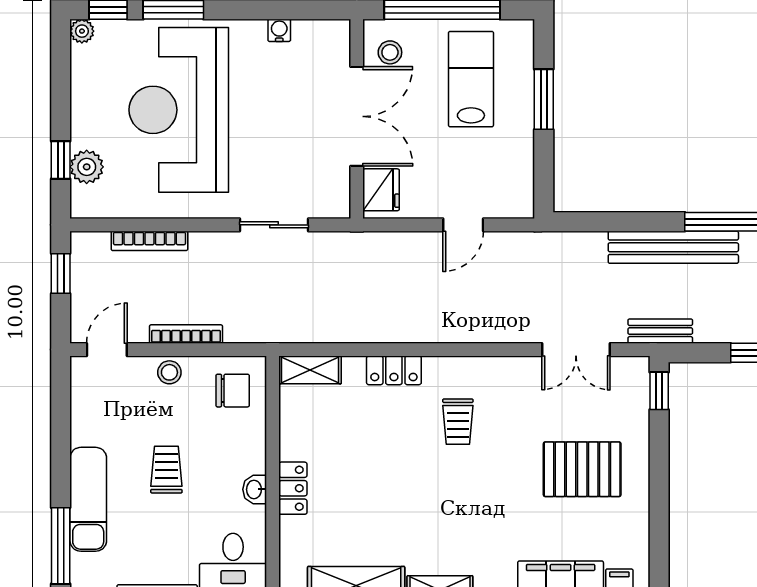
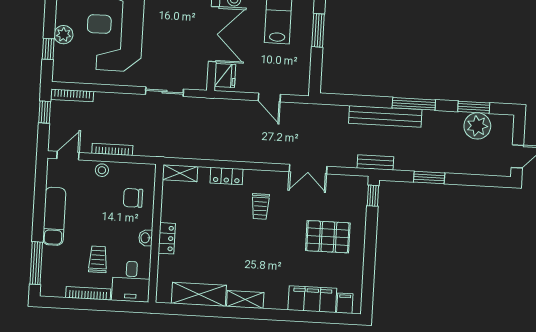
plant: (87, 167) -> (63, 35), moved
door: (463, 225) -> (269, 98), hinge flipped
bookcase: (149, 241) -> (72, 95), moved
double door: (576, 350) -> (308, 169), moved
chair: (233, 391) -> (133, 198), moved, turned 180
trolley: (166, 470) -> (98, 259), moved
exam couch: (88, 499) -> (54, 216), moved

